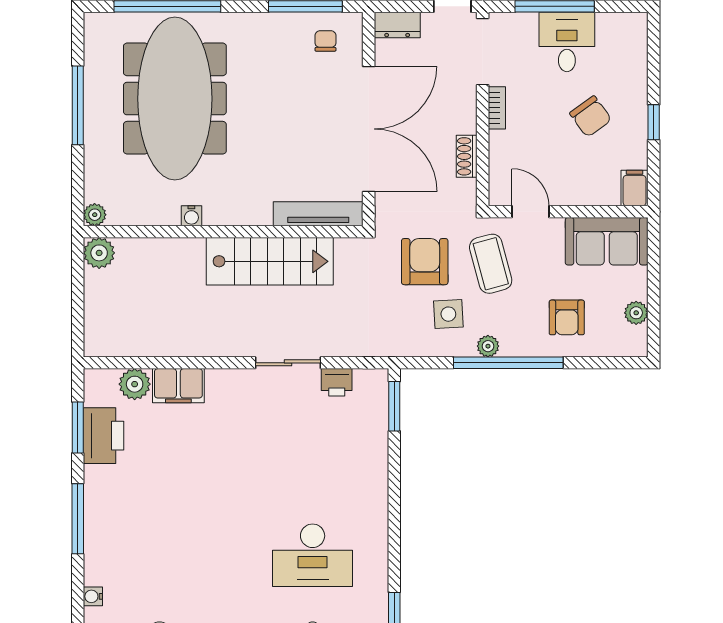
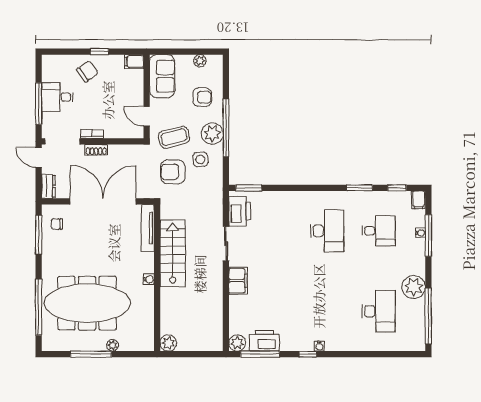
chair: (591, 116) -> (87, 71), moved
shoe rack: (467, 156) -> (96, 150), moved
door: (530, 212) -> (147, 116), hinge flipped
plant: (95, 215) -> (112, 345), moved
water cooler: (191, 216) -> (149, 279), moved
plant: (488, 346) -> (212, 134), width x1.88, depth x1.88
printer: (337, 382) -> (240, 211), width x1.87, depth x1.48
plant: (135, 384) -> (237, 343), moved
filing cabinet: (178, 386) -> (238, 281), moved
window: (78, 427) -> (260, 354), width x1.44
window: (78, 519) -> (308, 354), width x0.46
water cooler: (93, 596) -> (320, 346), moved

